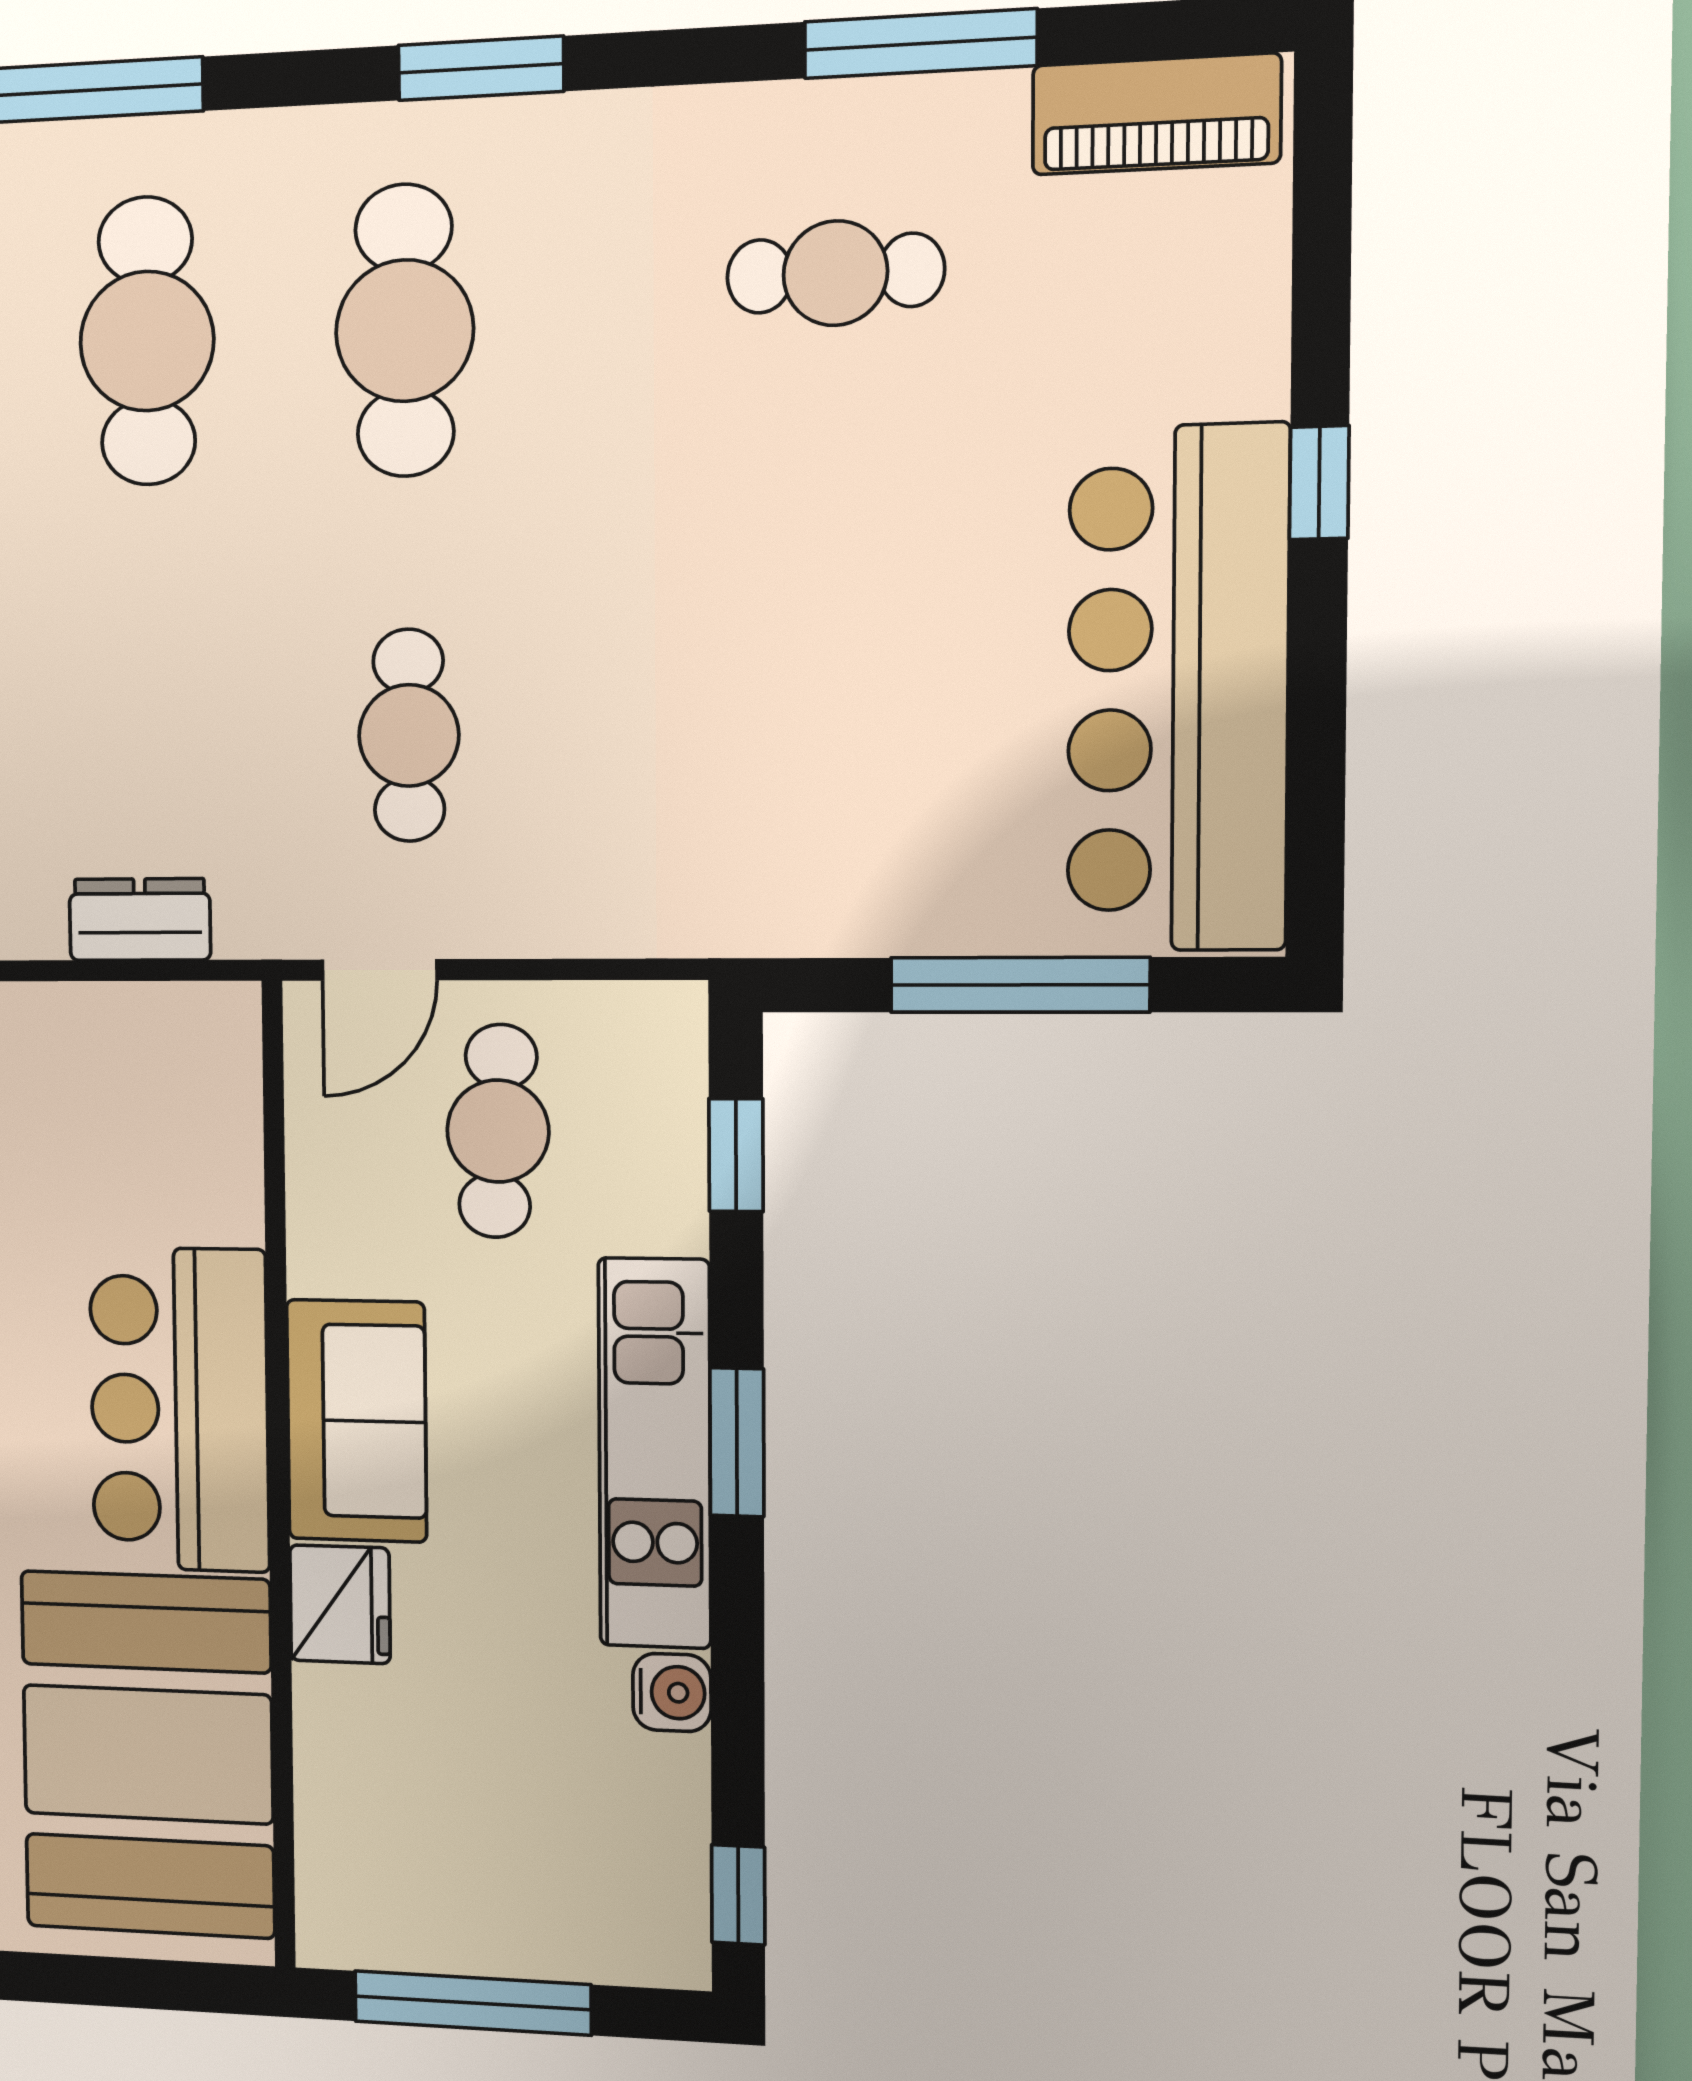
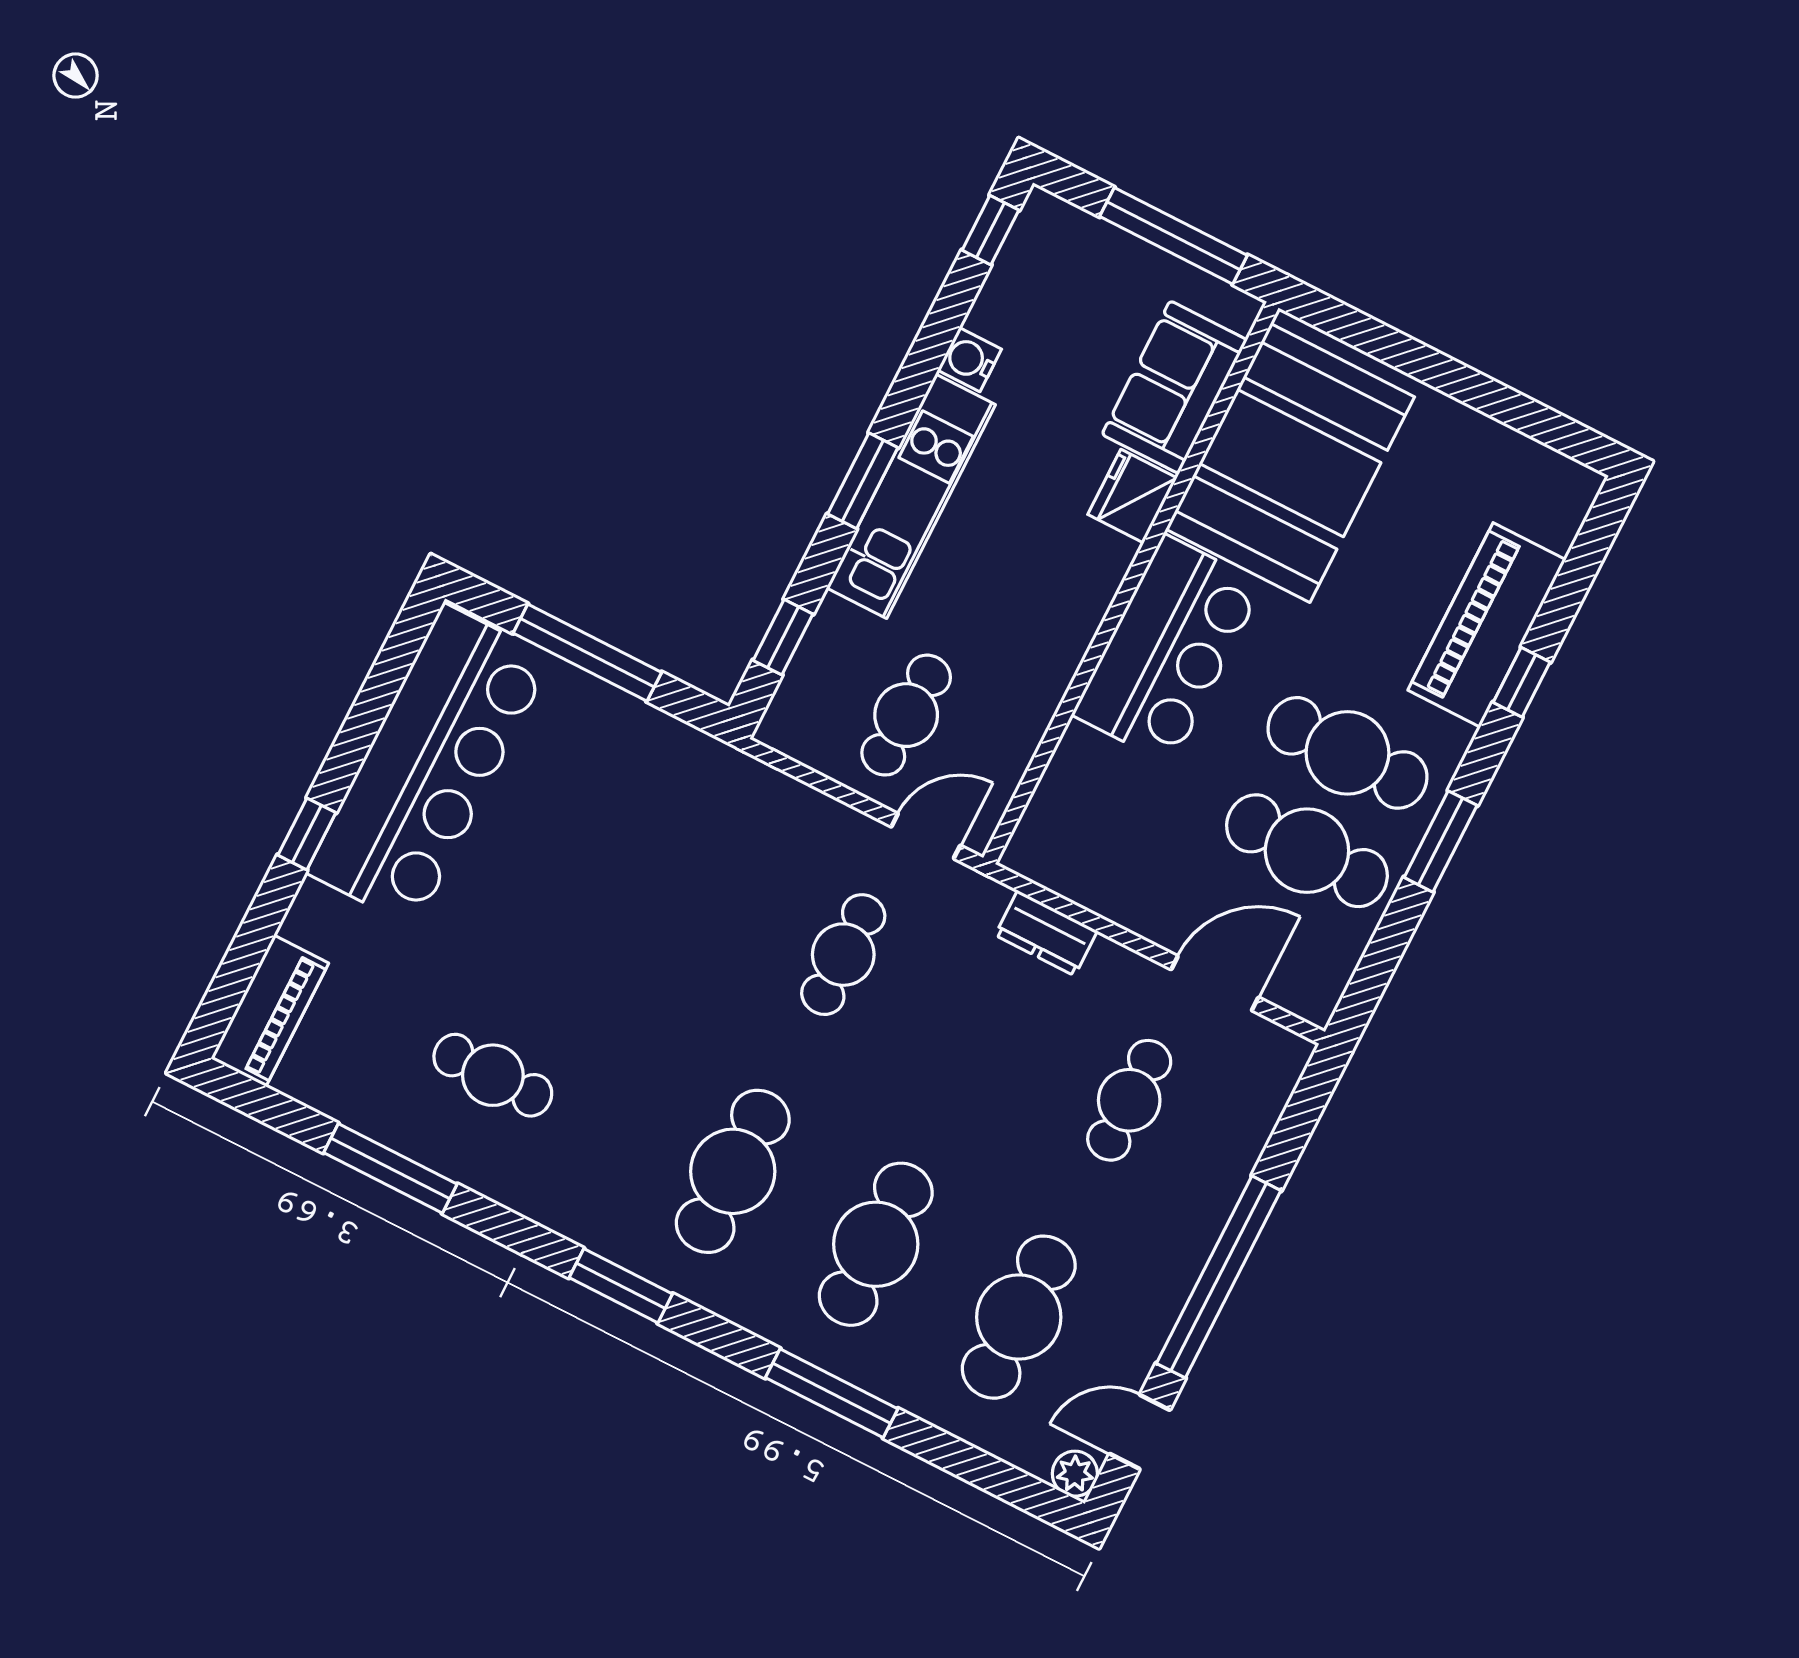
piano: (1156, 114) -> (270, 1011), moved, turned 90
sofa: (356, 1421) -> (1174, 387), moved

